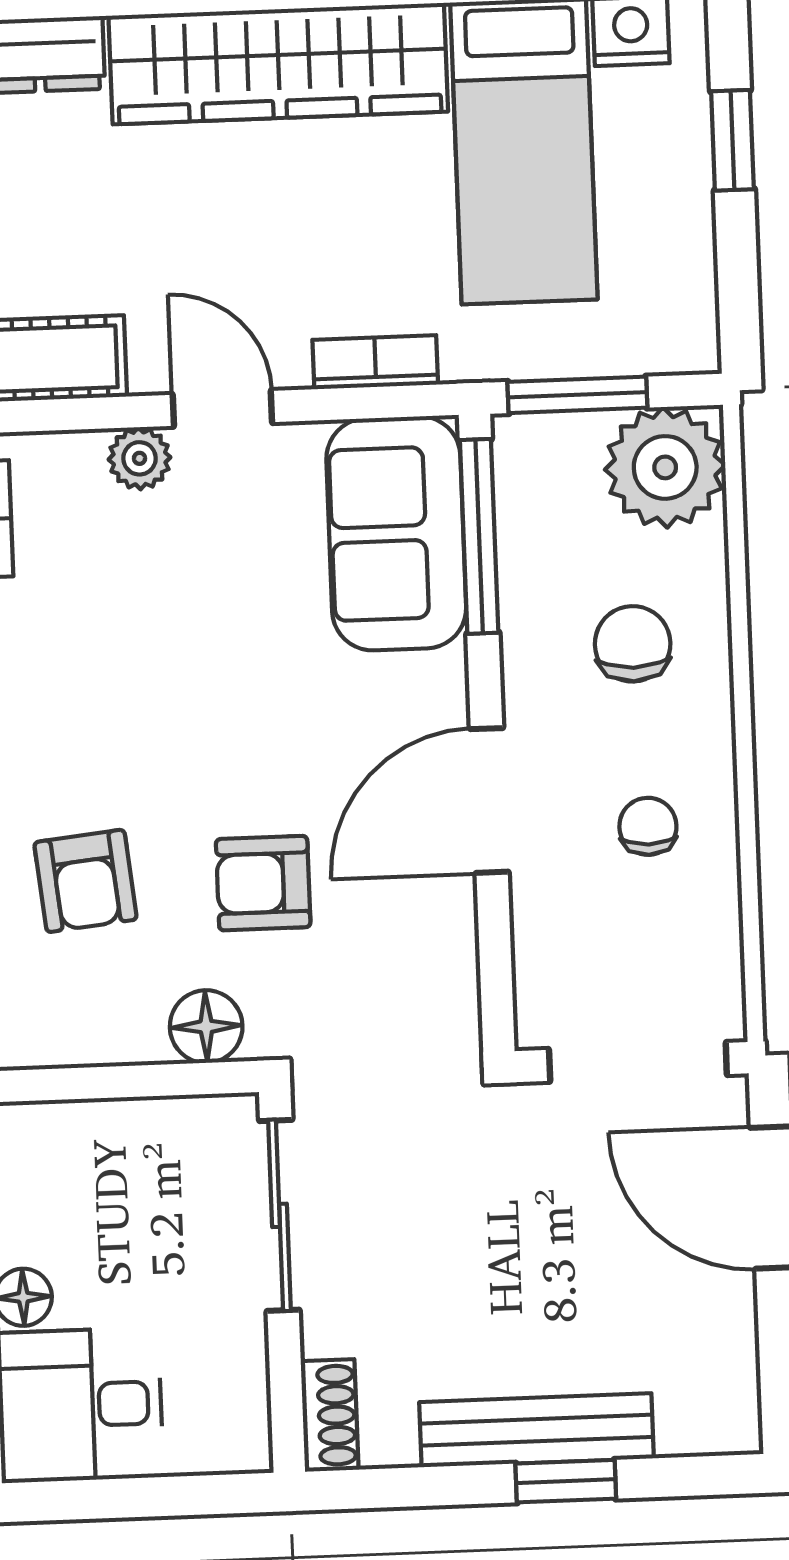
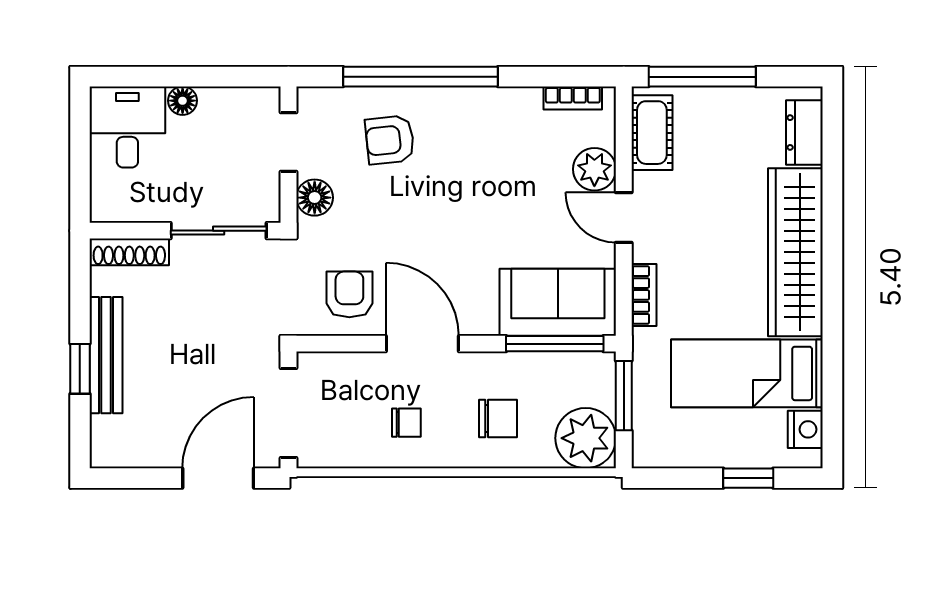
door: (222, 408) -> (624, 218), swing flipped
plant: (140, 458) -> (594, 169), width x1.38, depth x1.38
armchair: (263, 883) -> (349, 294), moved
doorway: (97, 1083) -> (289, 142), added
shoe rack: (330, 1415) -> (129, 252), width x1.43

